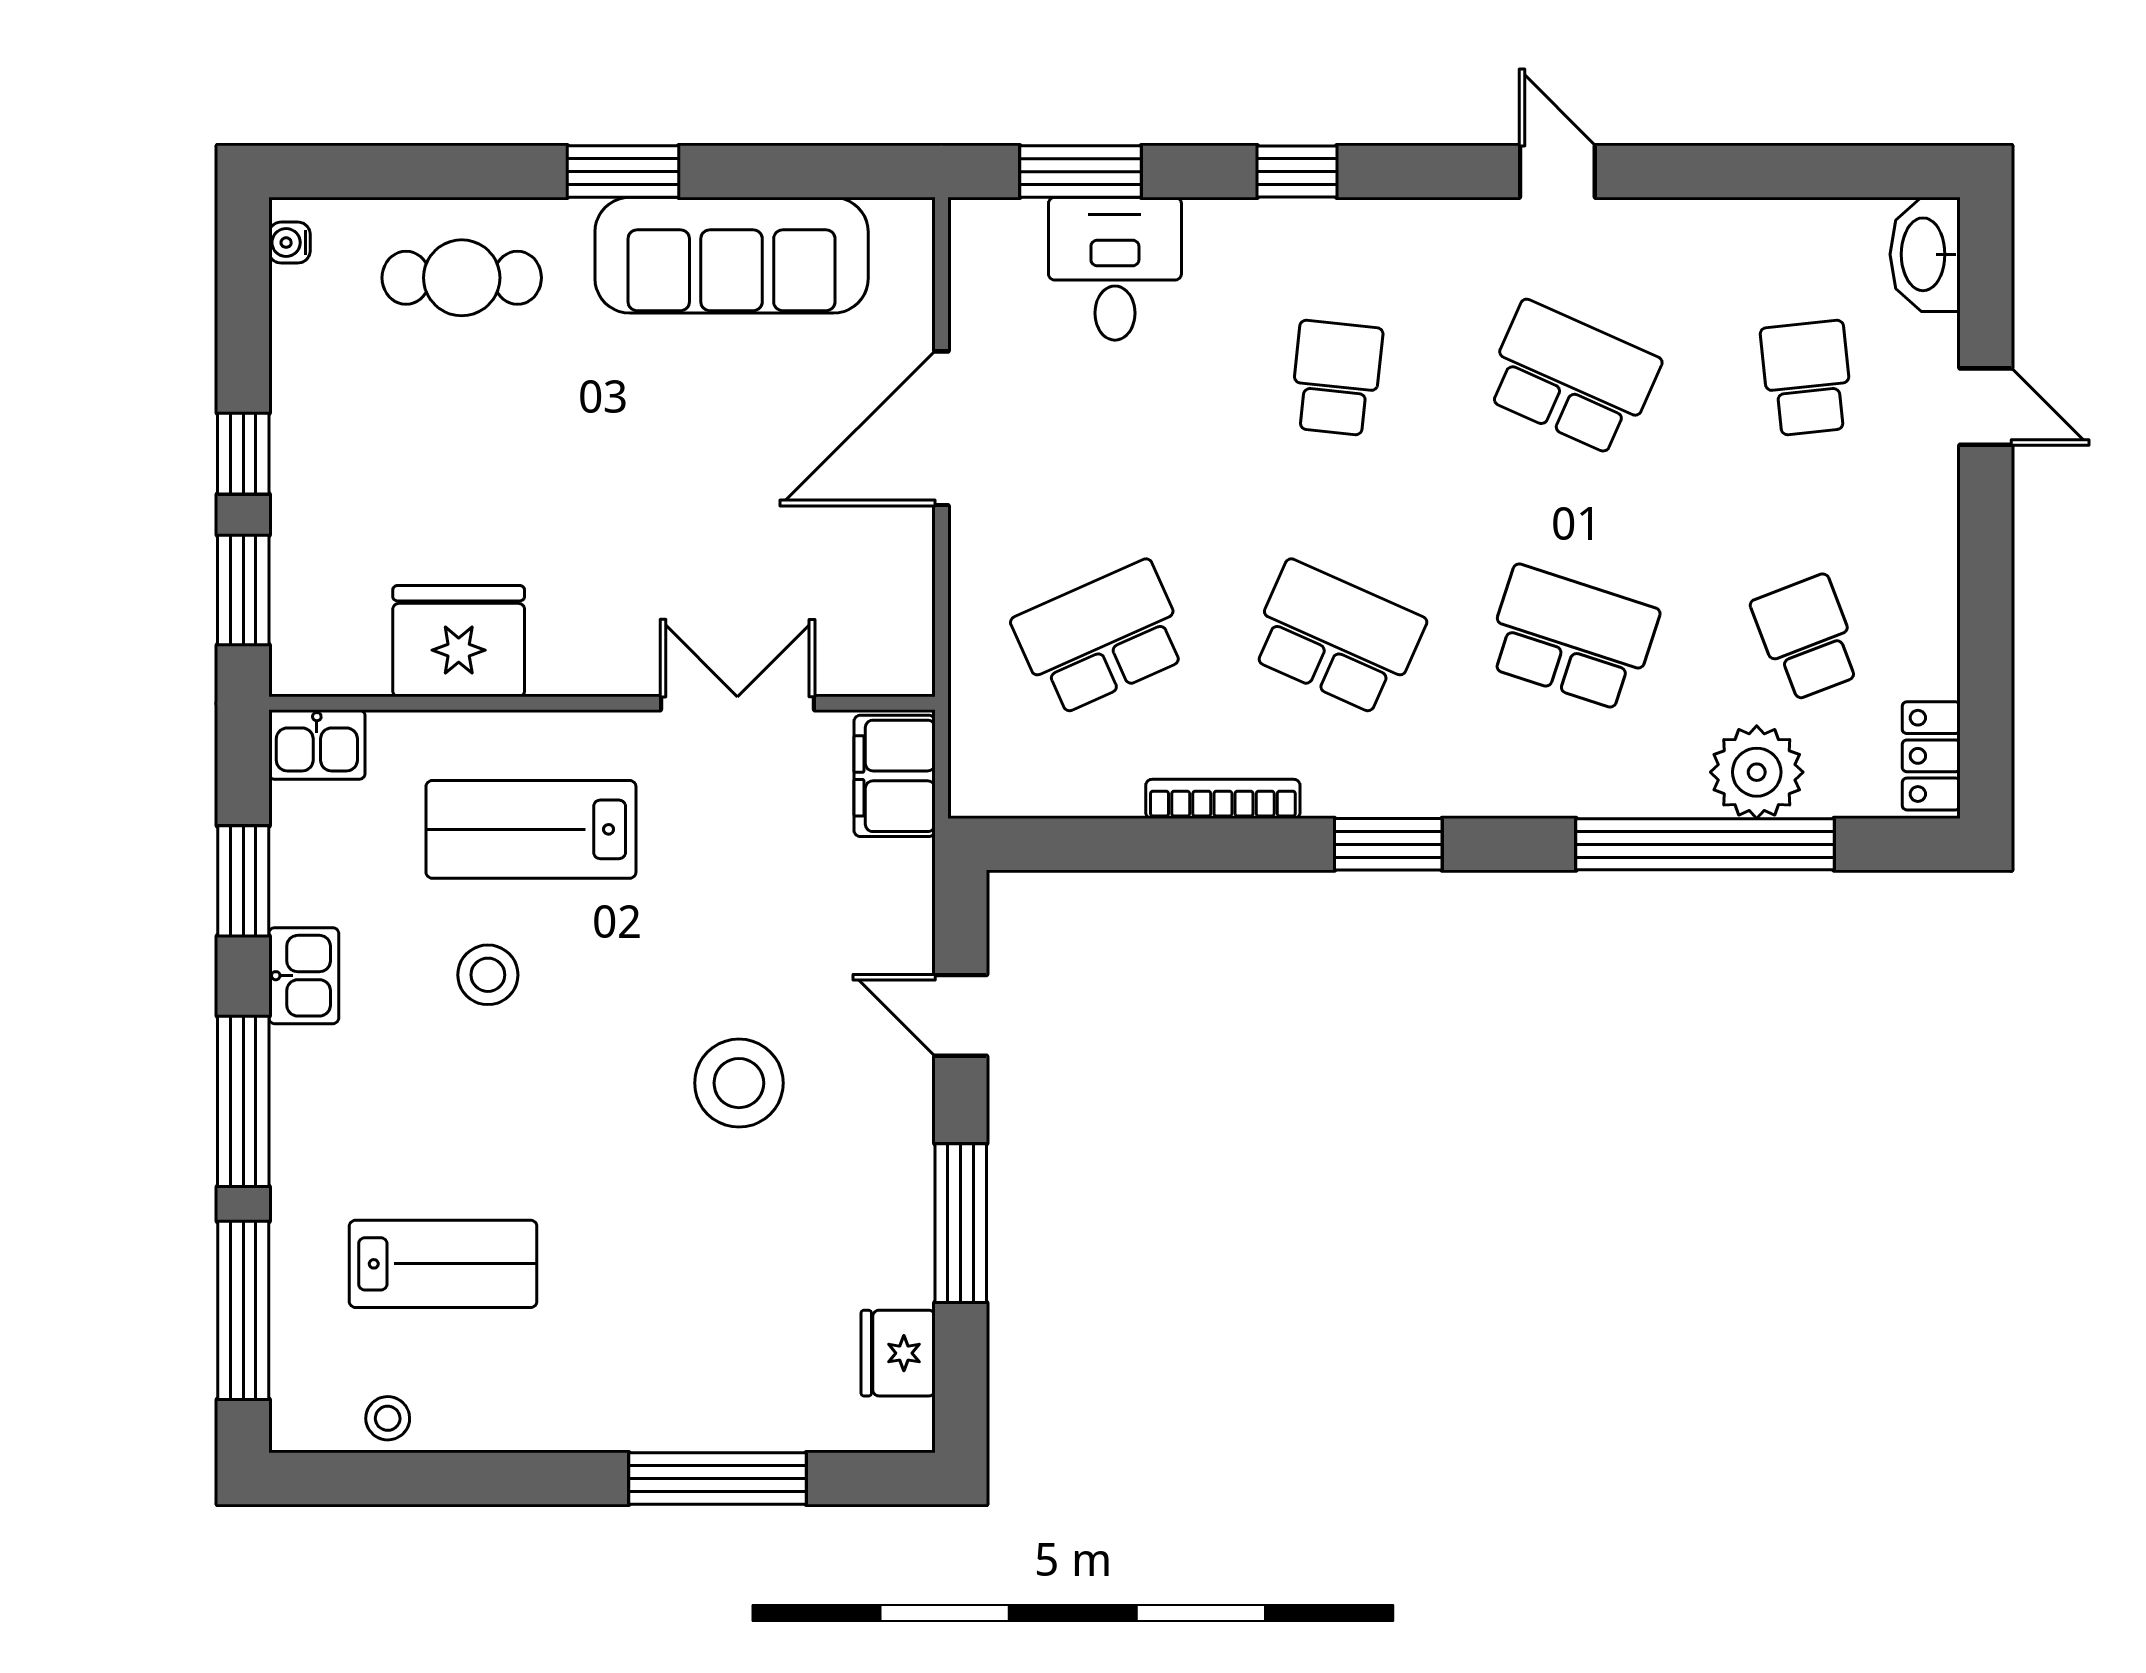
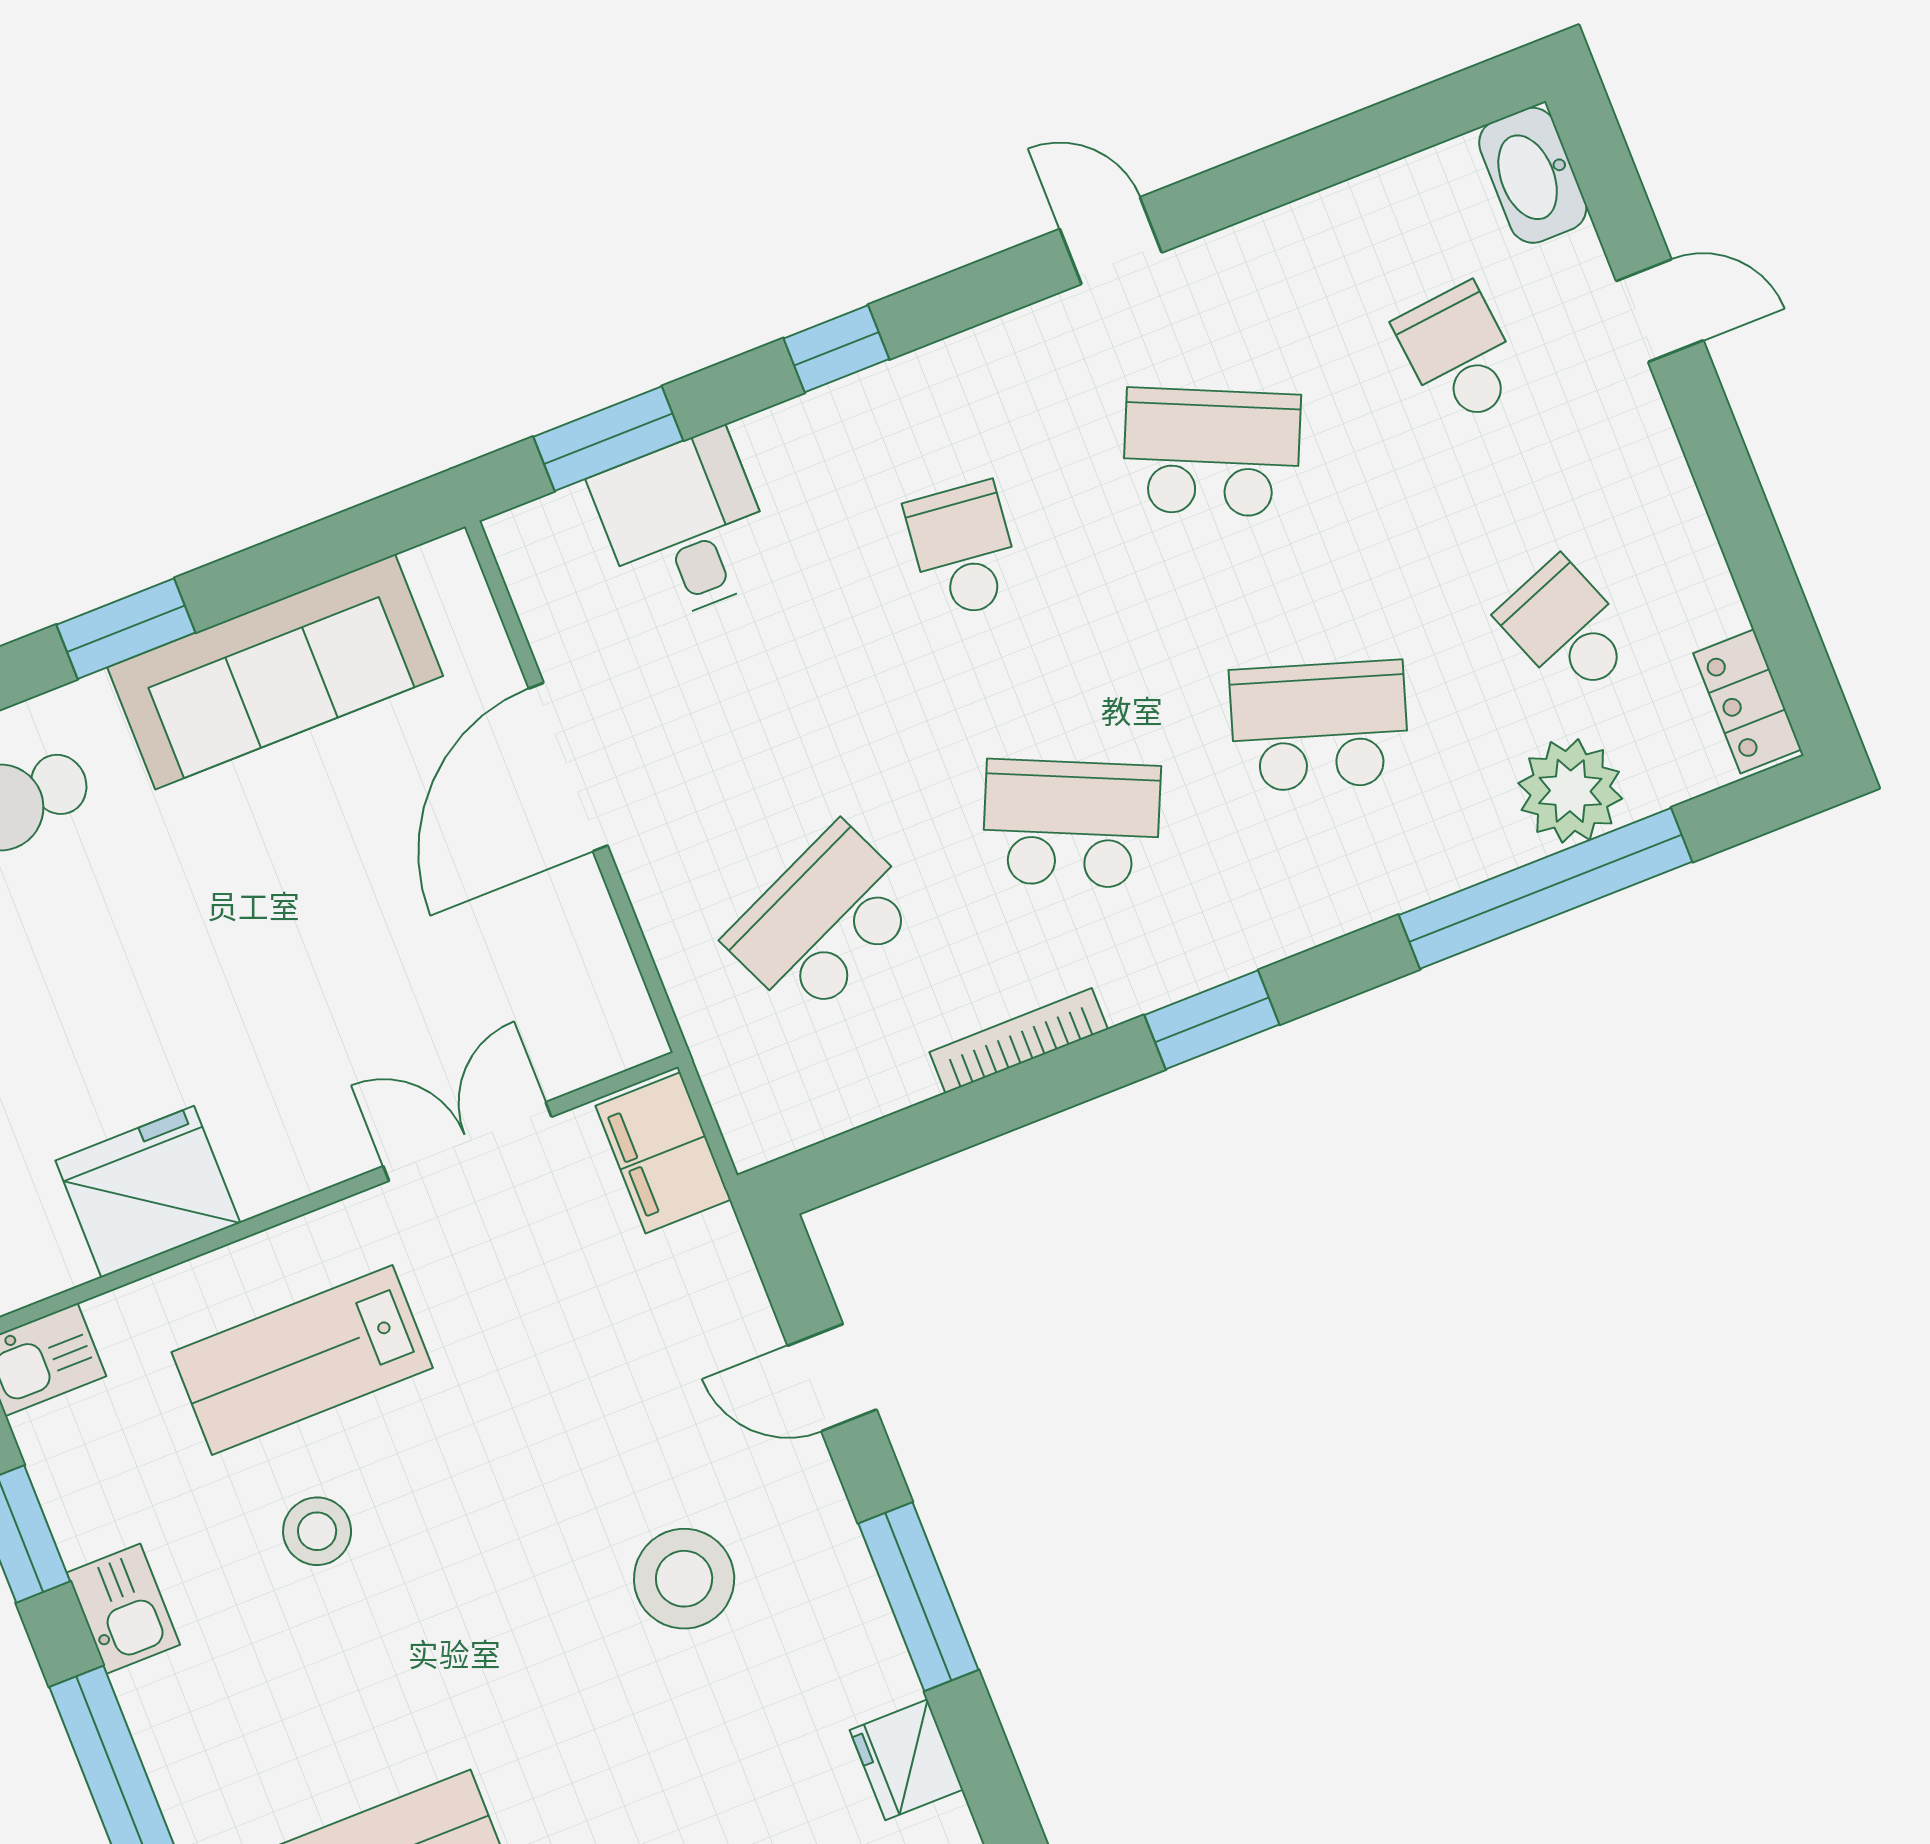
stool: (739, 1083) -> (684, 1579), moved

